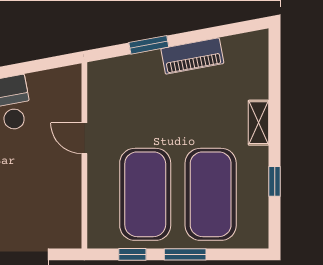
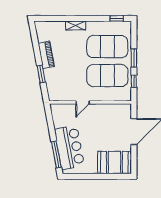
window: (275, 181) -> (117, 18), moved

